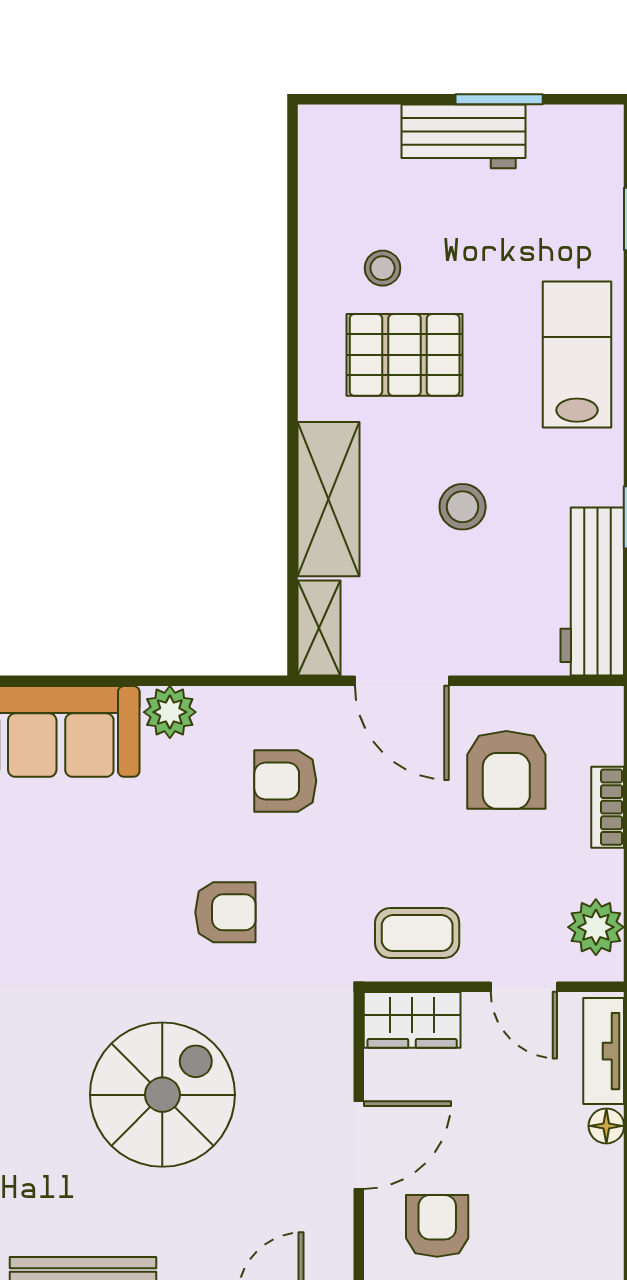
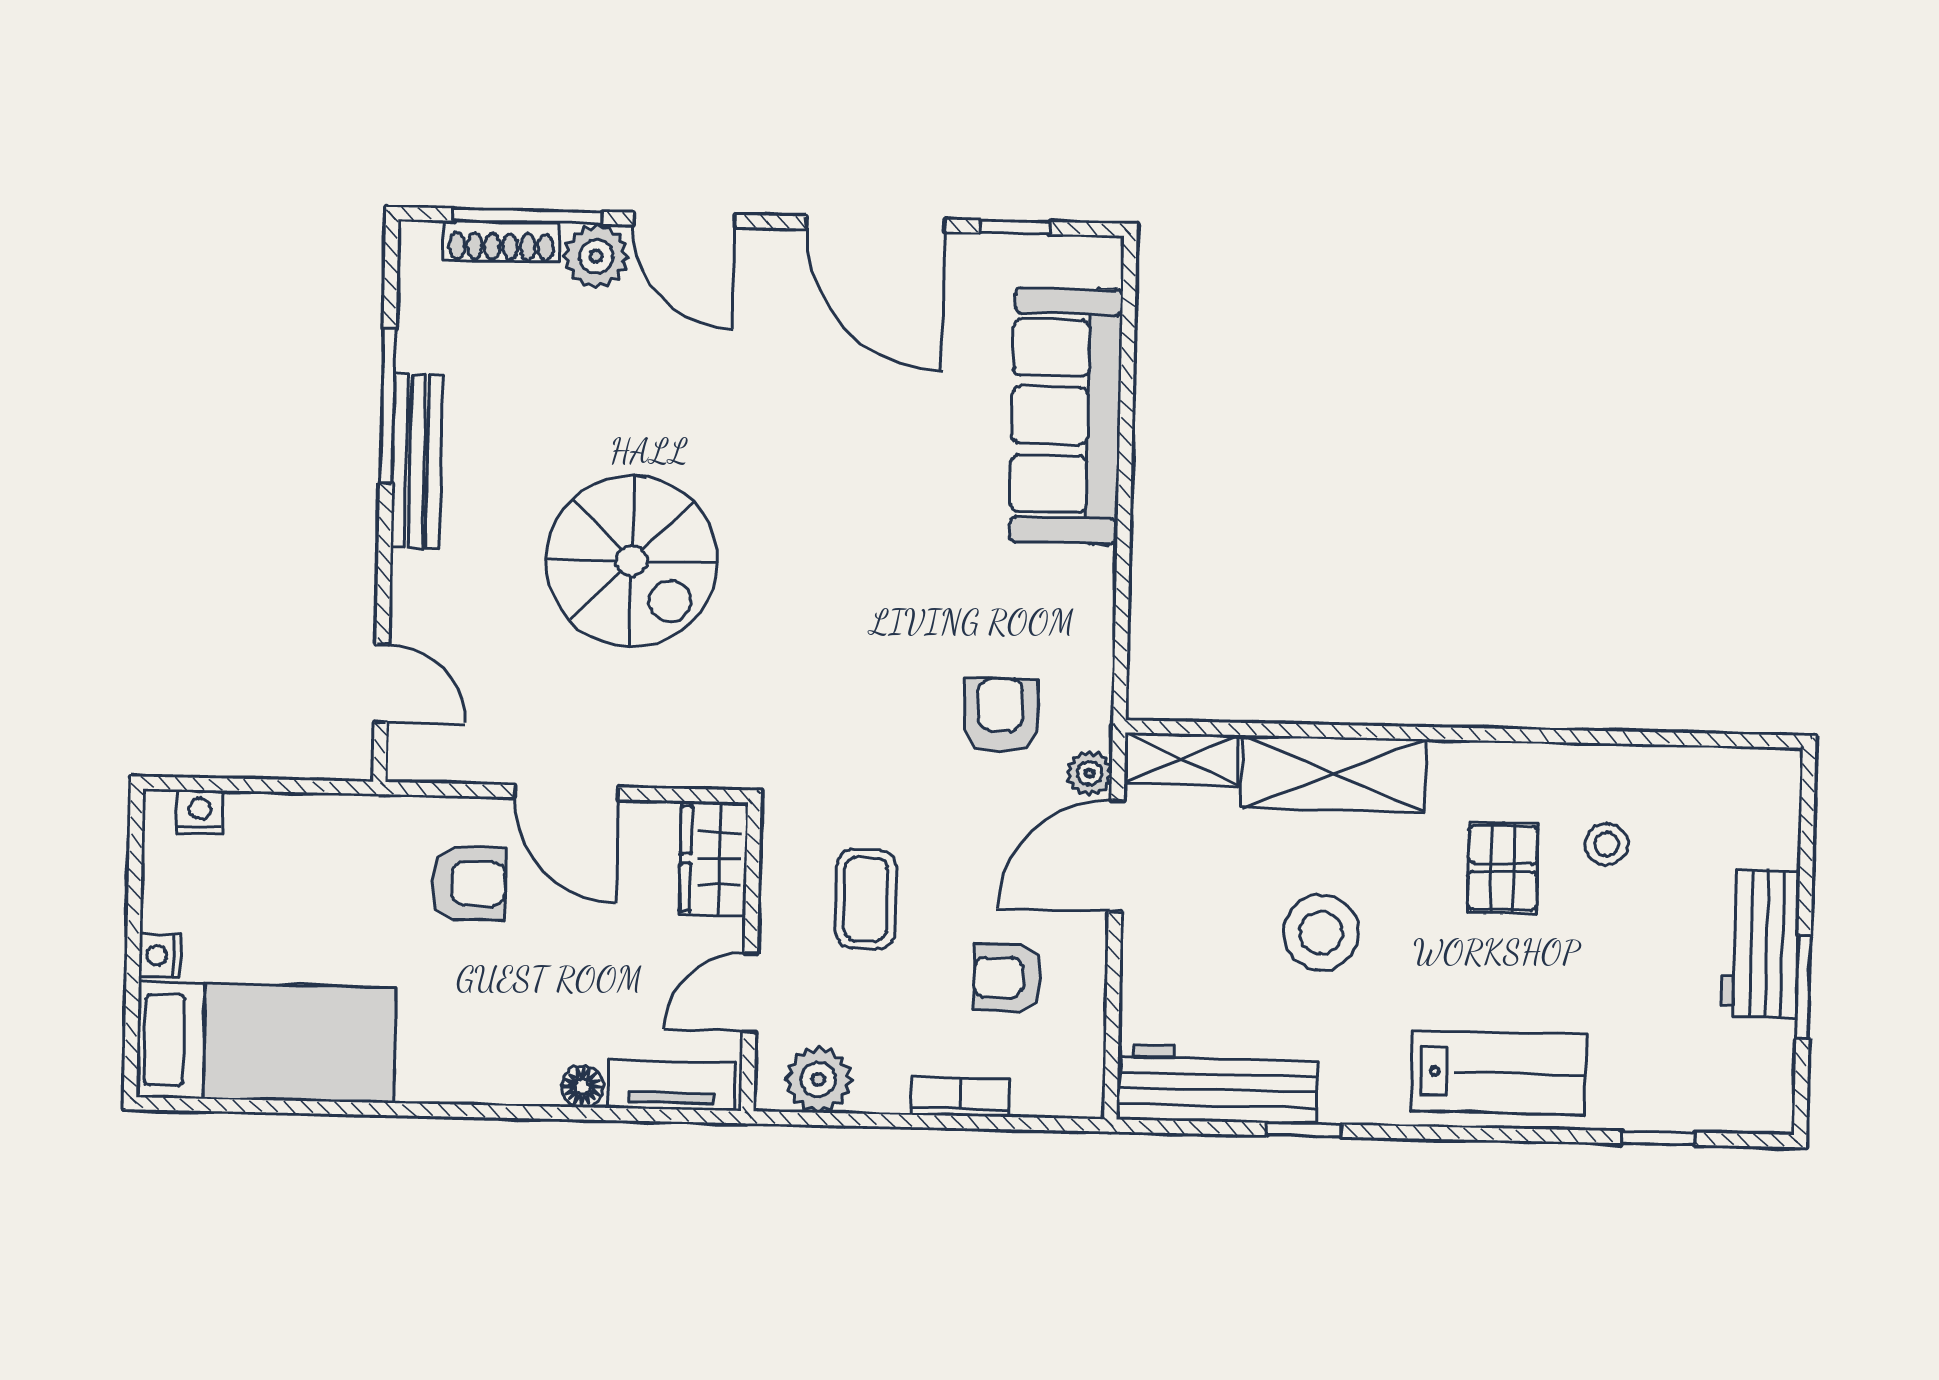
pallet: (405, 355) -> (1503, 868), width x0.67, depth x0.71
stool: (463, 507) -> (1321, 933), width x1.38, depth x1.38
plant: (170, 712) -> (1089, 773), moved, width x0.73, depth x0.73
armchair: (506, 770) -> (1008, 977), width x0.72, depth x0.72
armchair: (225, 912) -> (846, 640), removed
coffee table: (417, 933) -> (866, 899), moved

